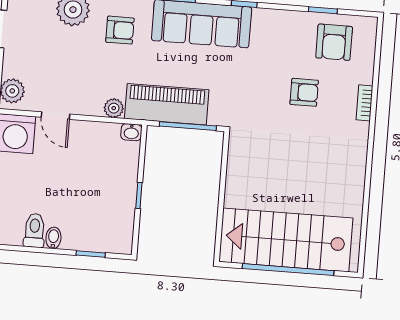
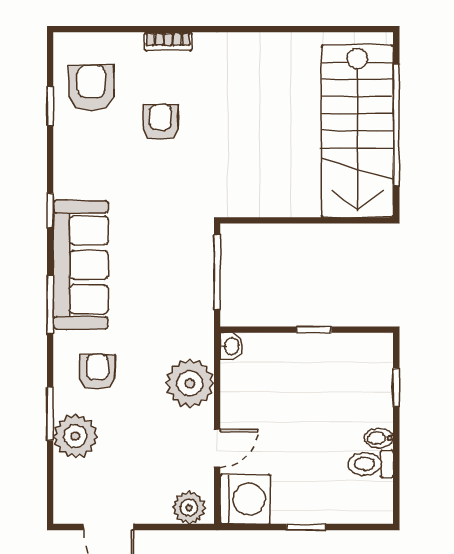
armchair: (334, 42) -> (91, 88), turned -90
piano: (167, 104) -> (191, 302), removed
plant: (114, 108) -> (190, 383), width x1.88, depth x1.88

